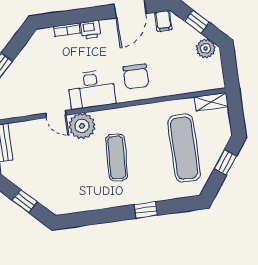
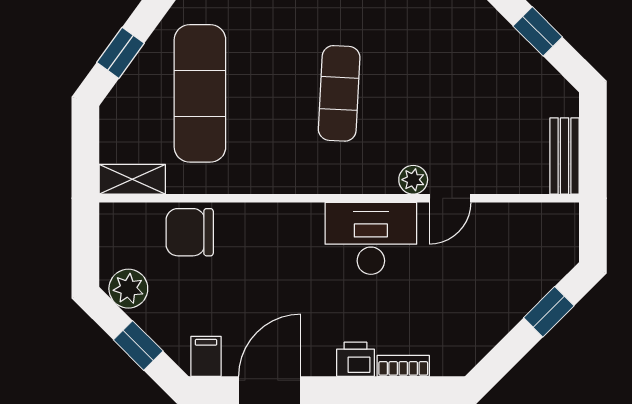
chair: (136, 76) -> (190, 232), moved, turned -90
door: (56, 114) -> (450, 198), swing flipped
plant: (82, 126) -> (413, 180), width x0.53, depth x0.53

